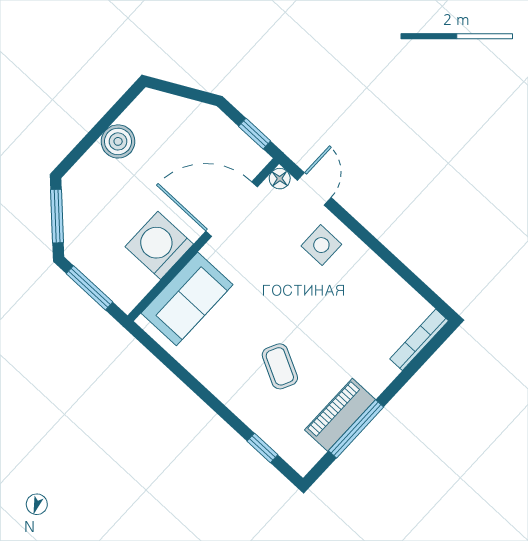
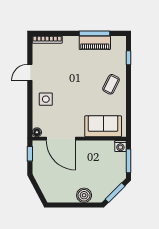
boiler: (118, 141) -> (84, 195), moved
door: (314, 189) -> (30, 72), moved
washing machine: (159, 245) -> (120, 146), moved, width x0.53, depth x0.53
coffee table: (280, 366) -> (111, 84), moved

